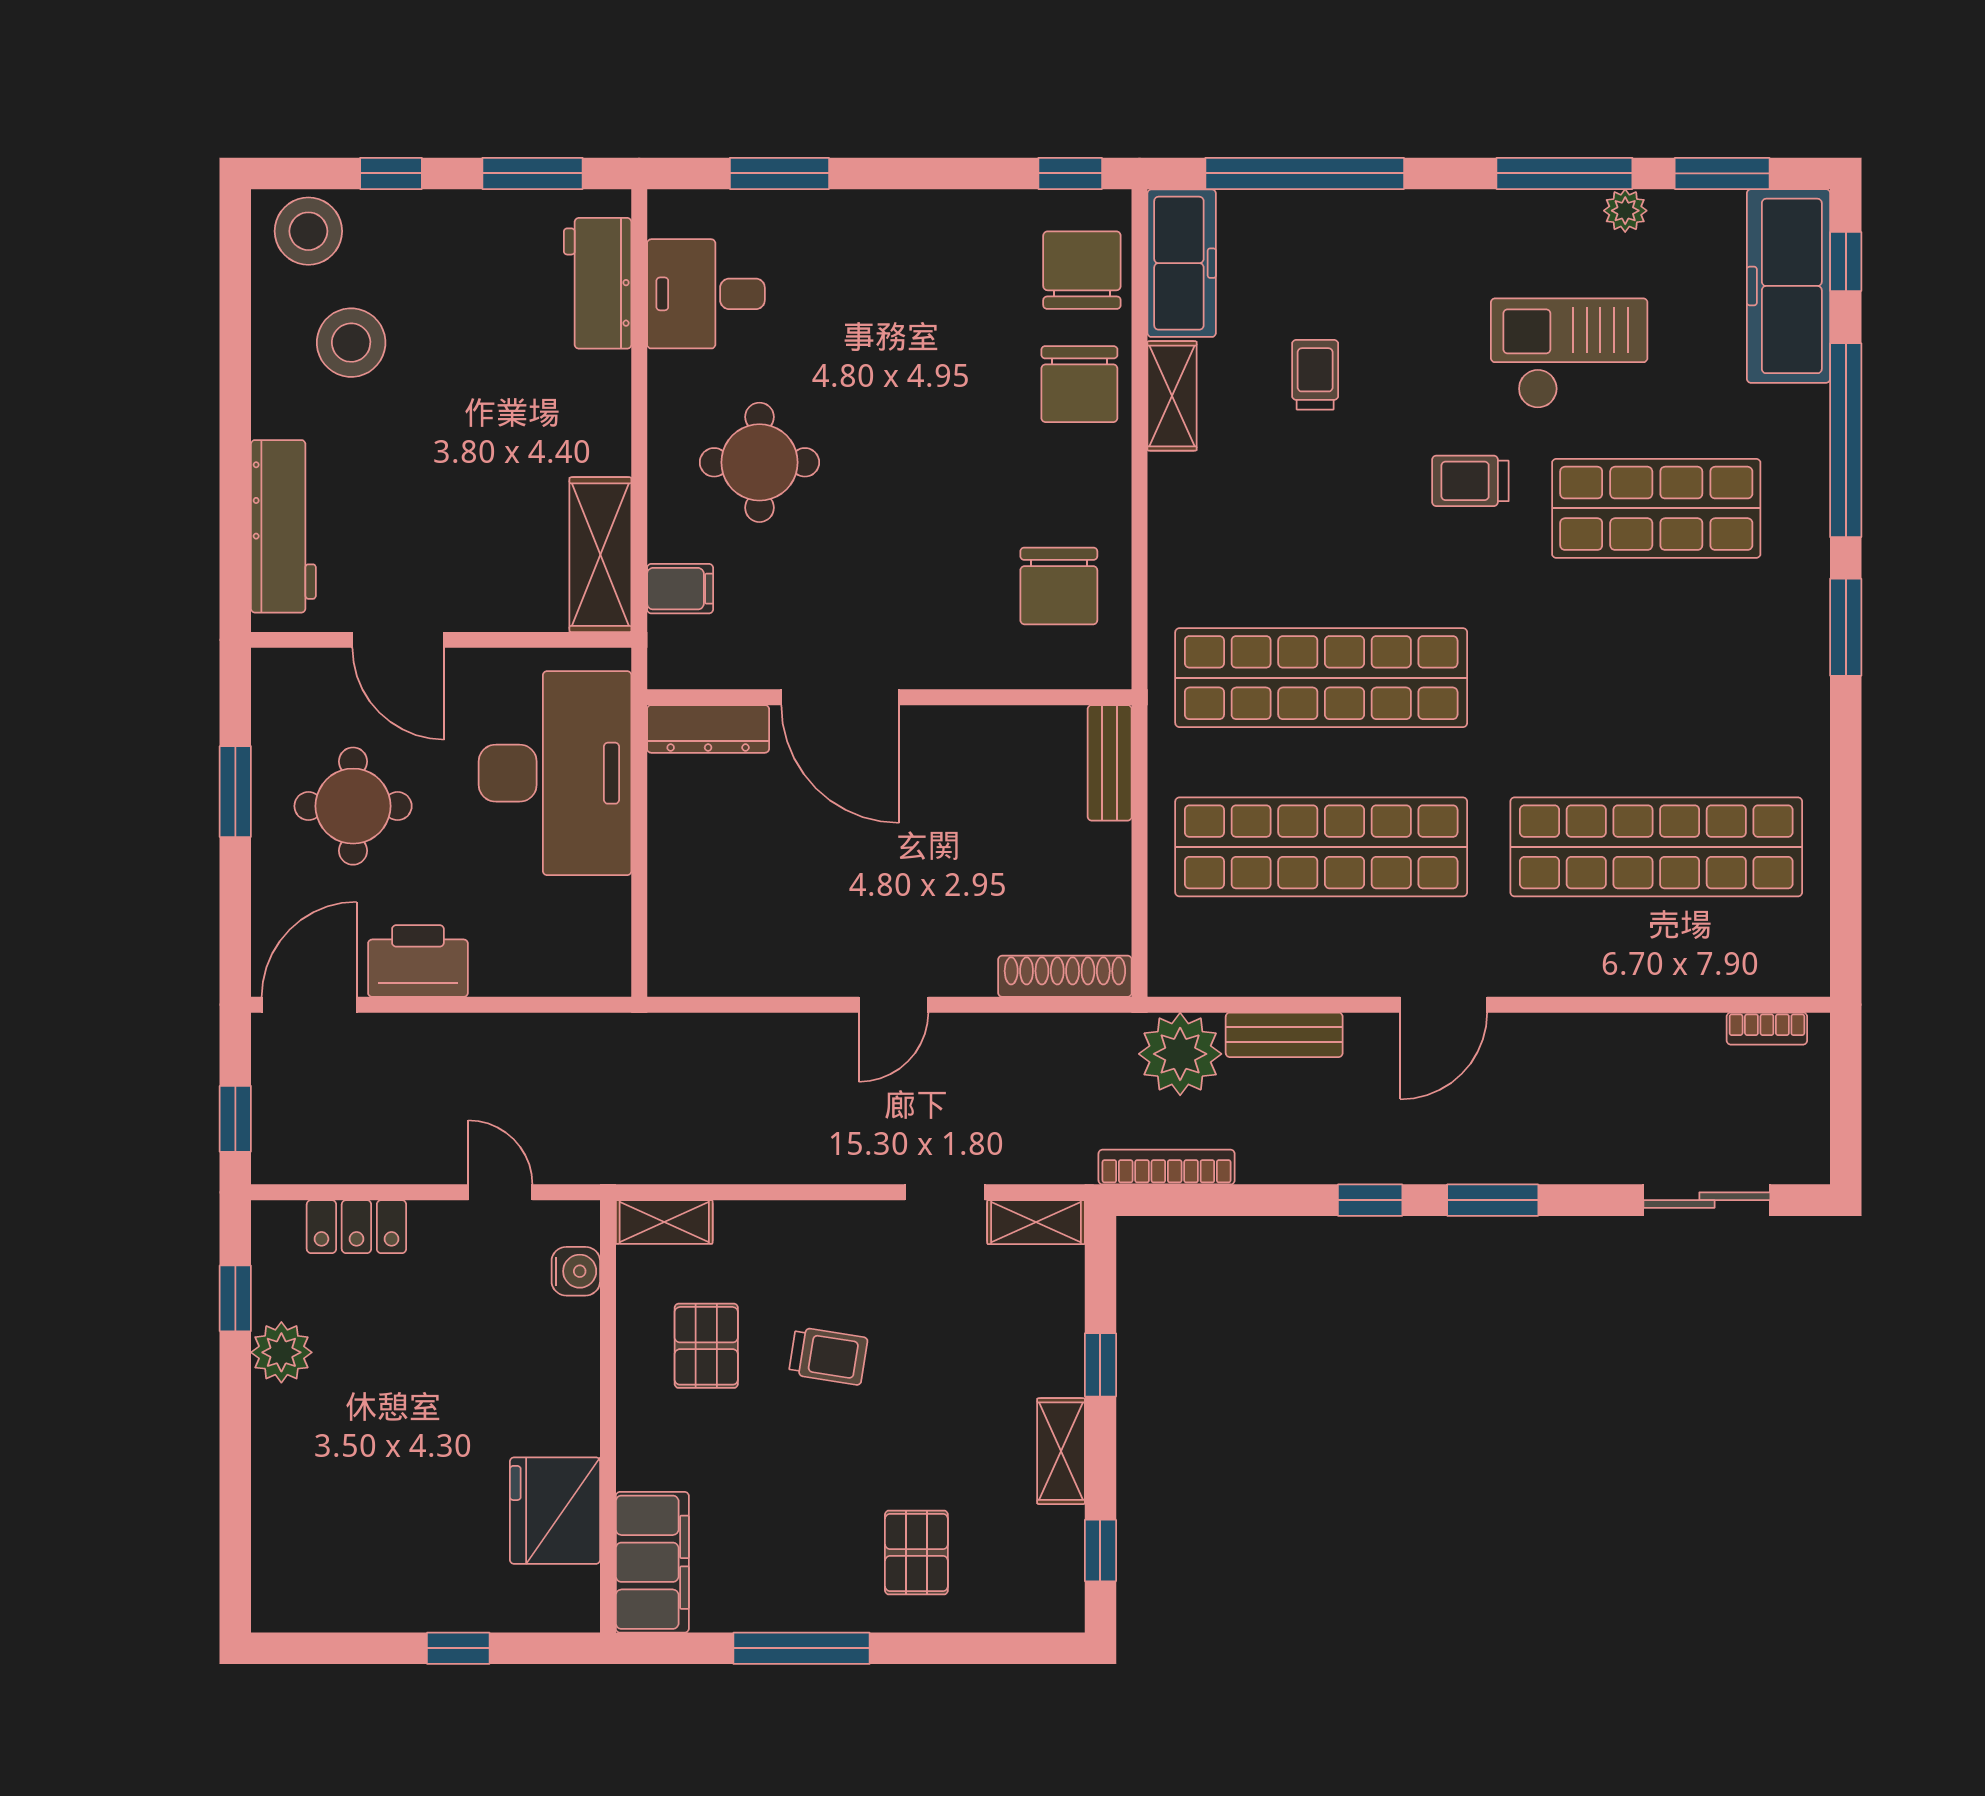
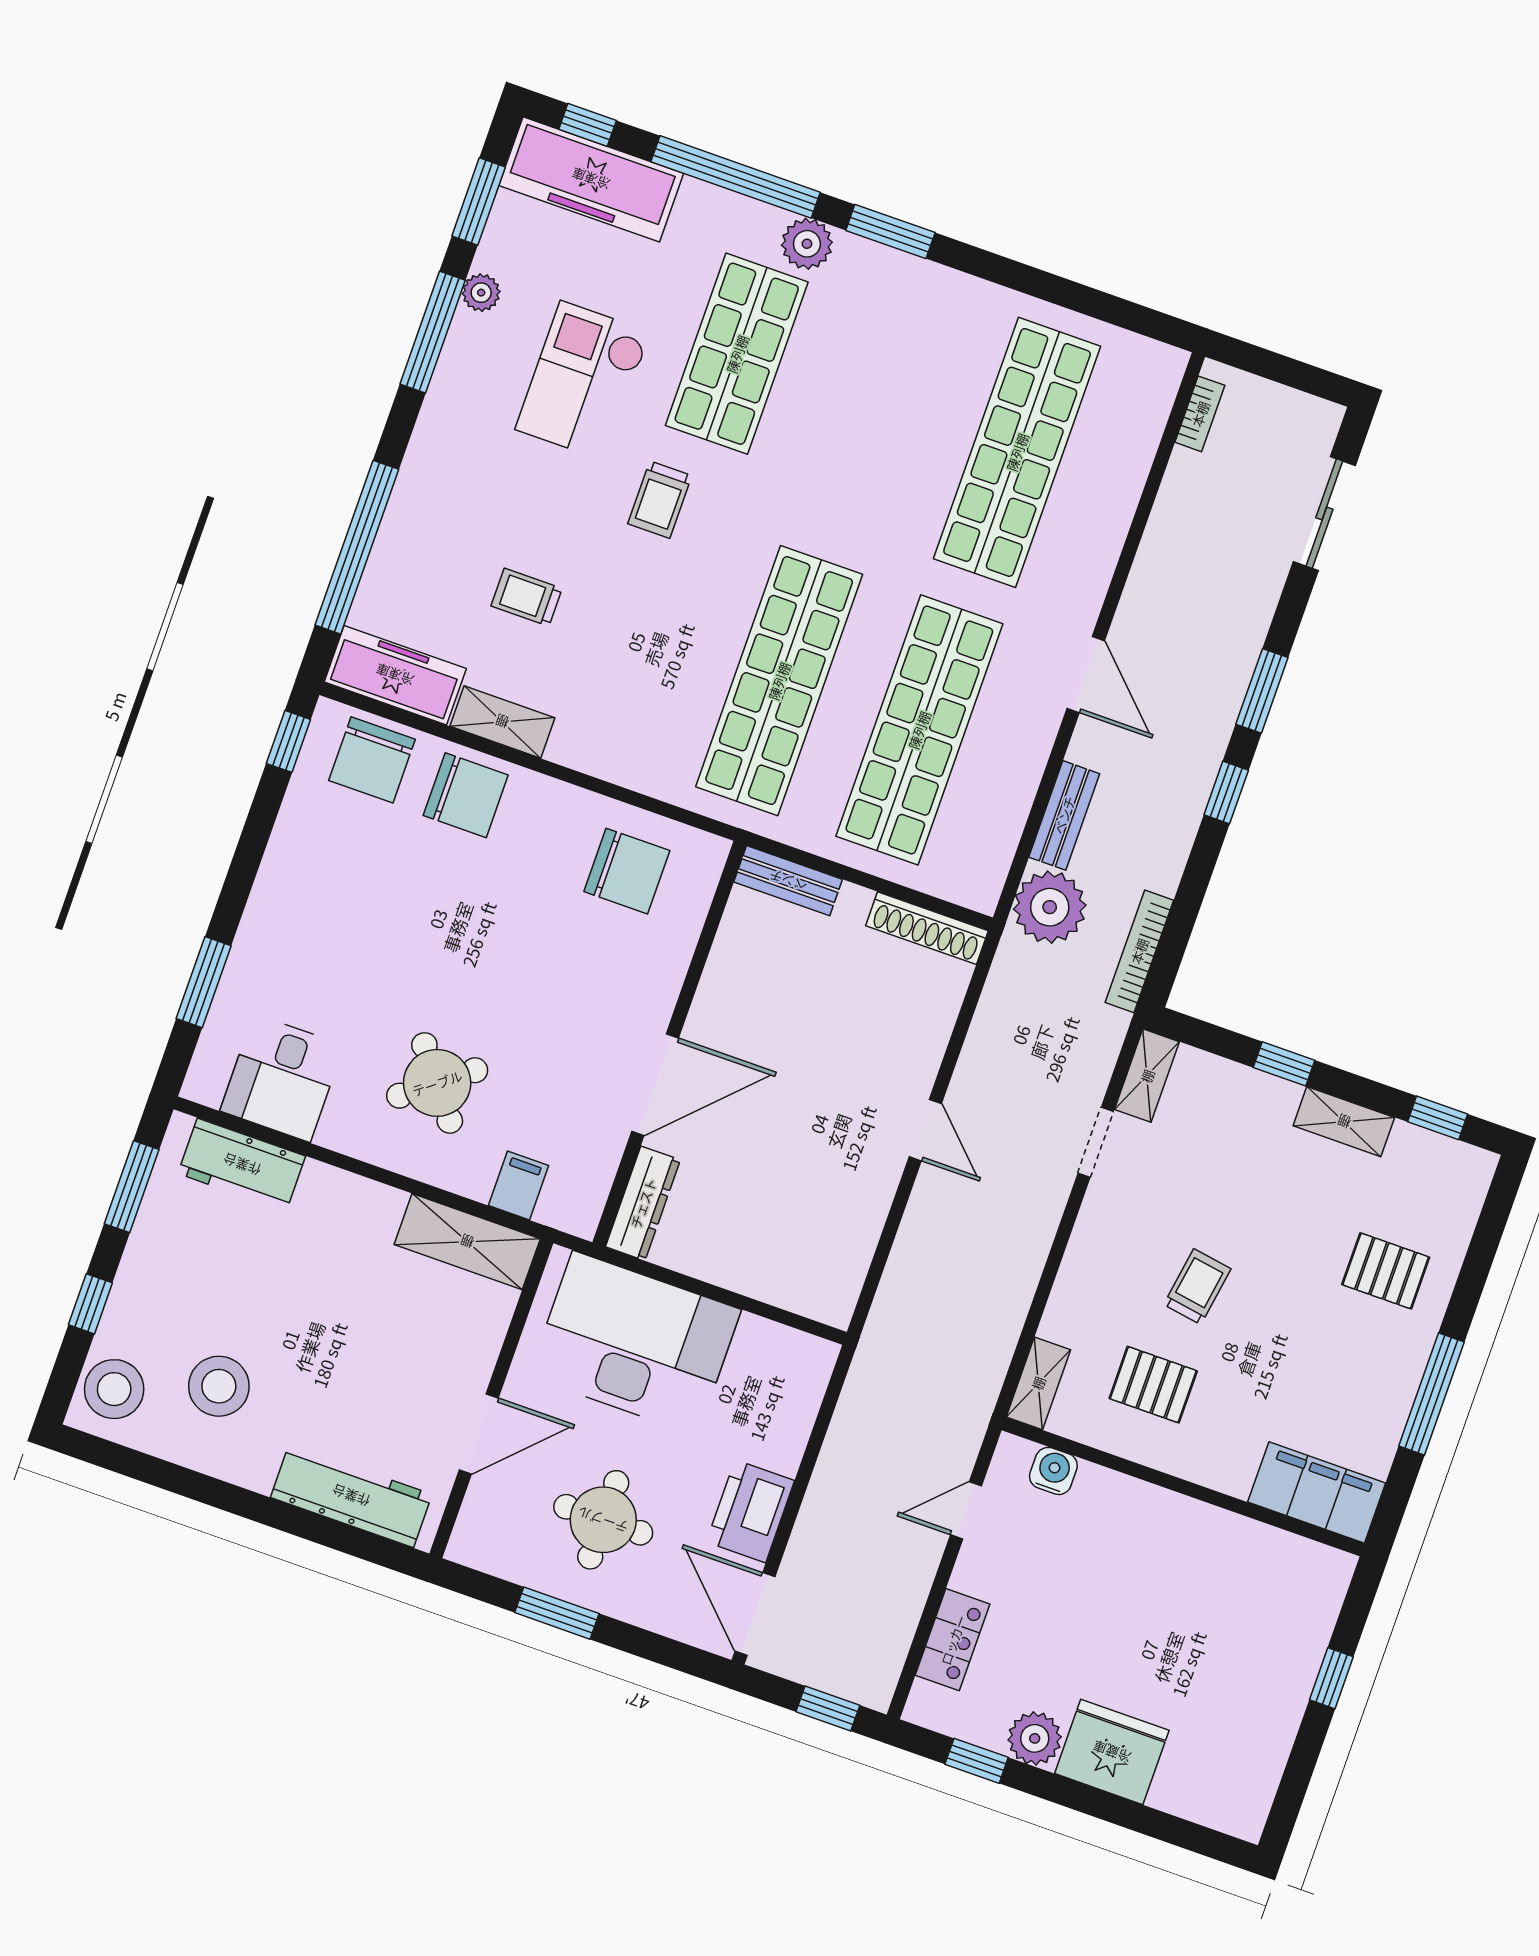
chair: (1082, 270) -> (372, 760), turned -90
round table: (759, 462) -> (437, 1083), turned -38
plant: (1801, 542) -> (807, 244), added
shoe rack: (1065, 976) -> (927, 928), moved, turned -90
fridge: (555, 1511) -> (1112, 1752), moved, turned 180

